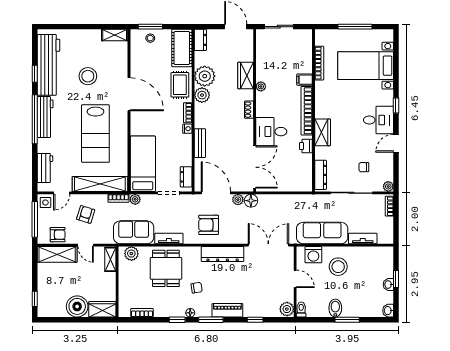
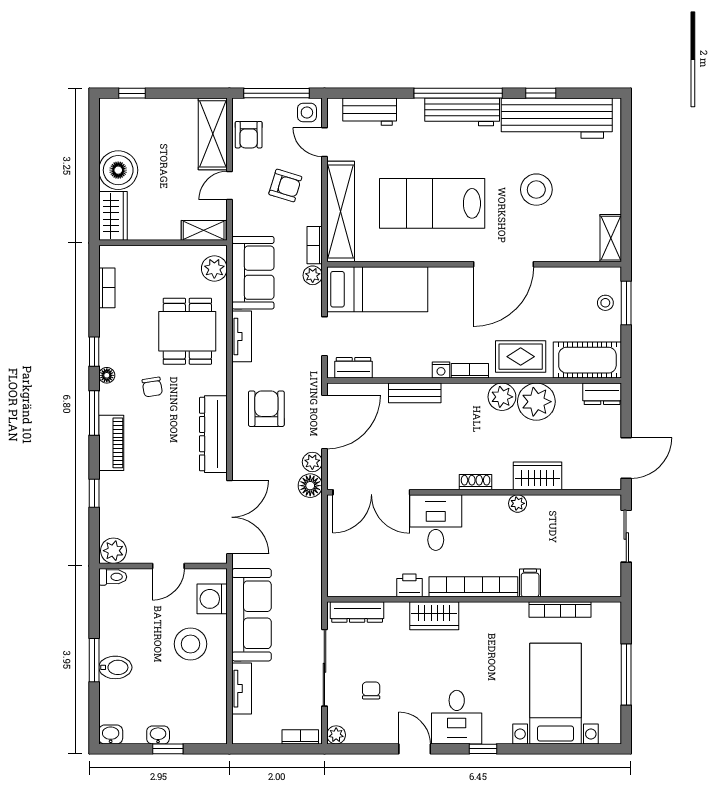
dining table: (166, 268) -> (187, 331), turned 90
bidet: (335, 308) -> (115, 667), moved

